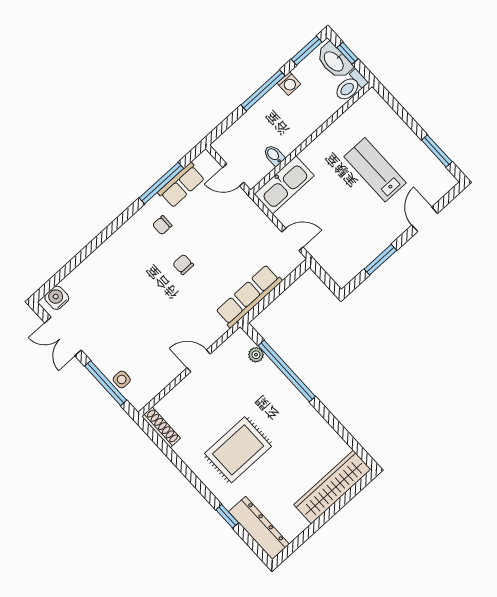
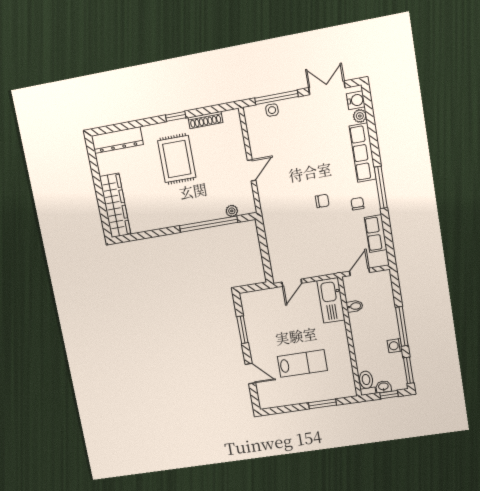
washbasin: (334, 61) -> (383, 387), width x0.52, depth x0.69
window: (437, 151) -> (322, 404), moved
window: (161, 183) -> (381, 187), moved
plant: (70, 283) -> (360, 116), added
row of seats: (249, 296) -> (363, 153), moved, turned 180
shoe rack: (161, 427) -> (205, 120), moved
window: (227, 516) -> (176, 116), moved

